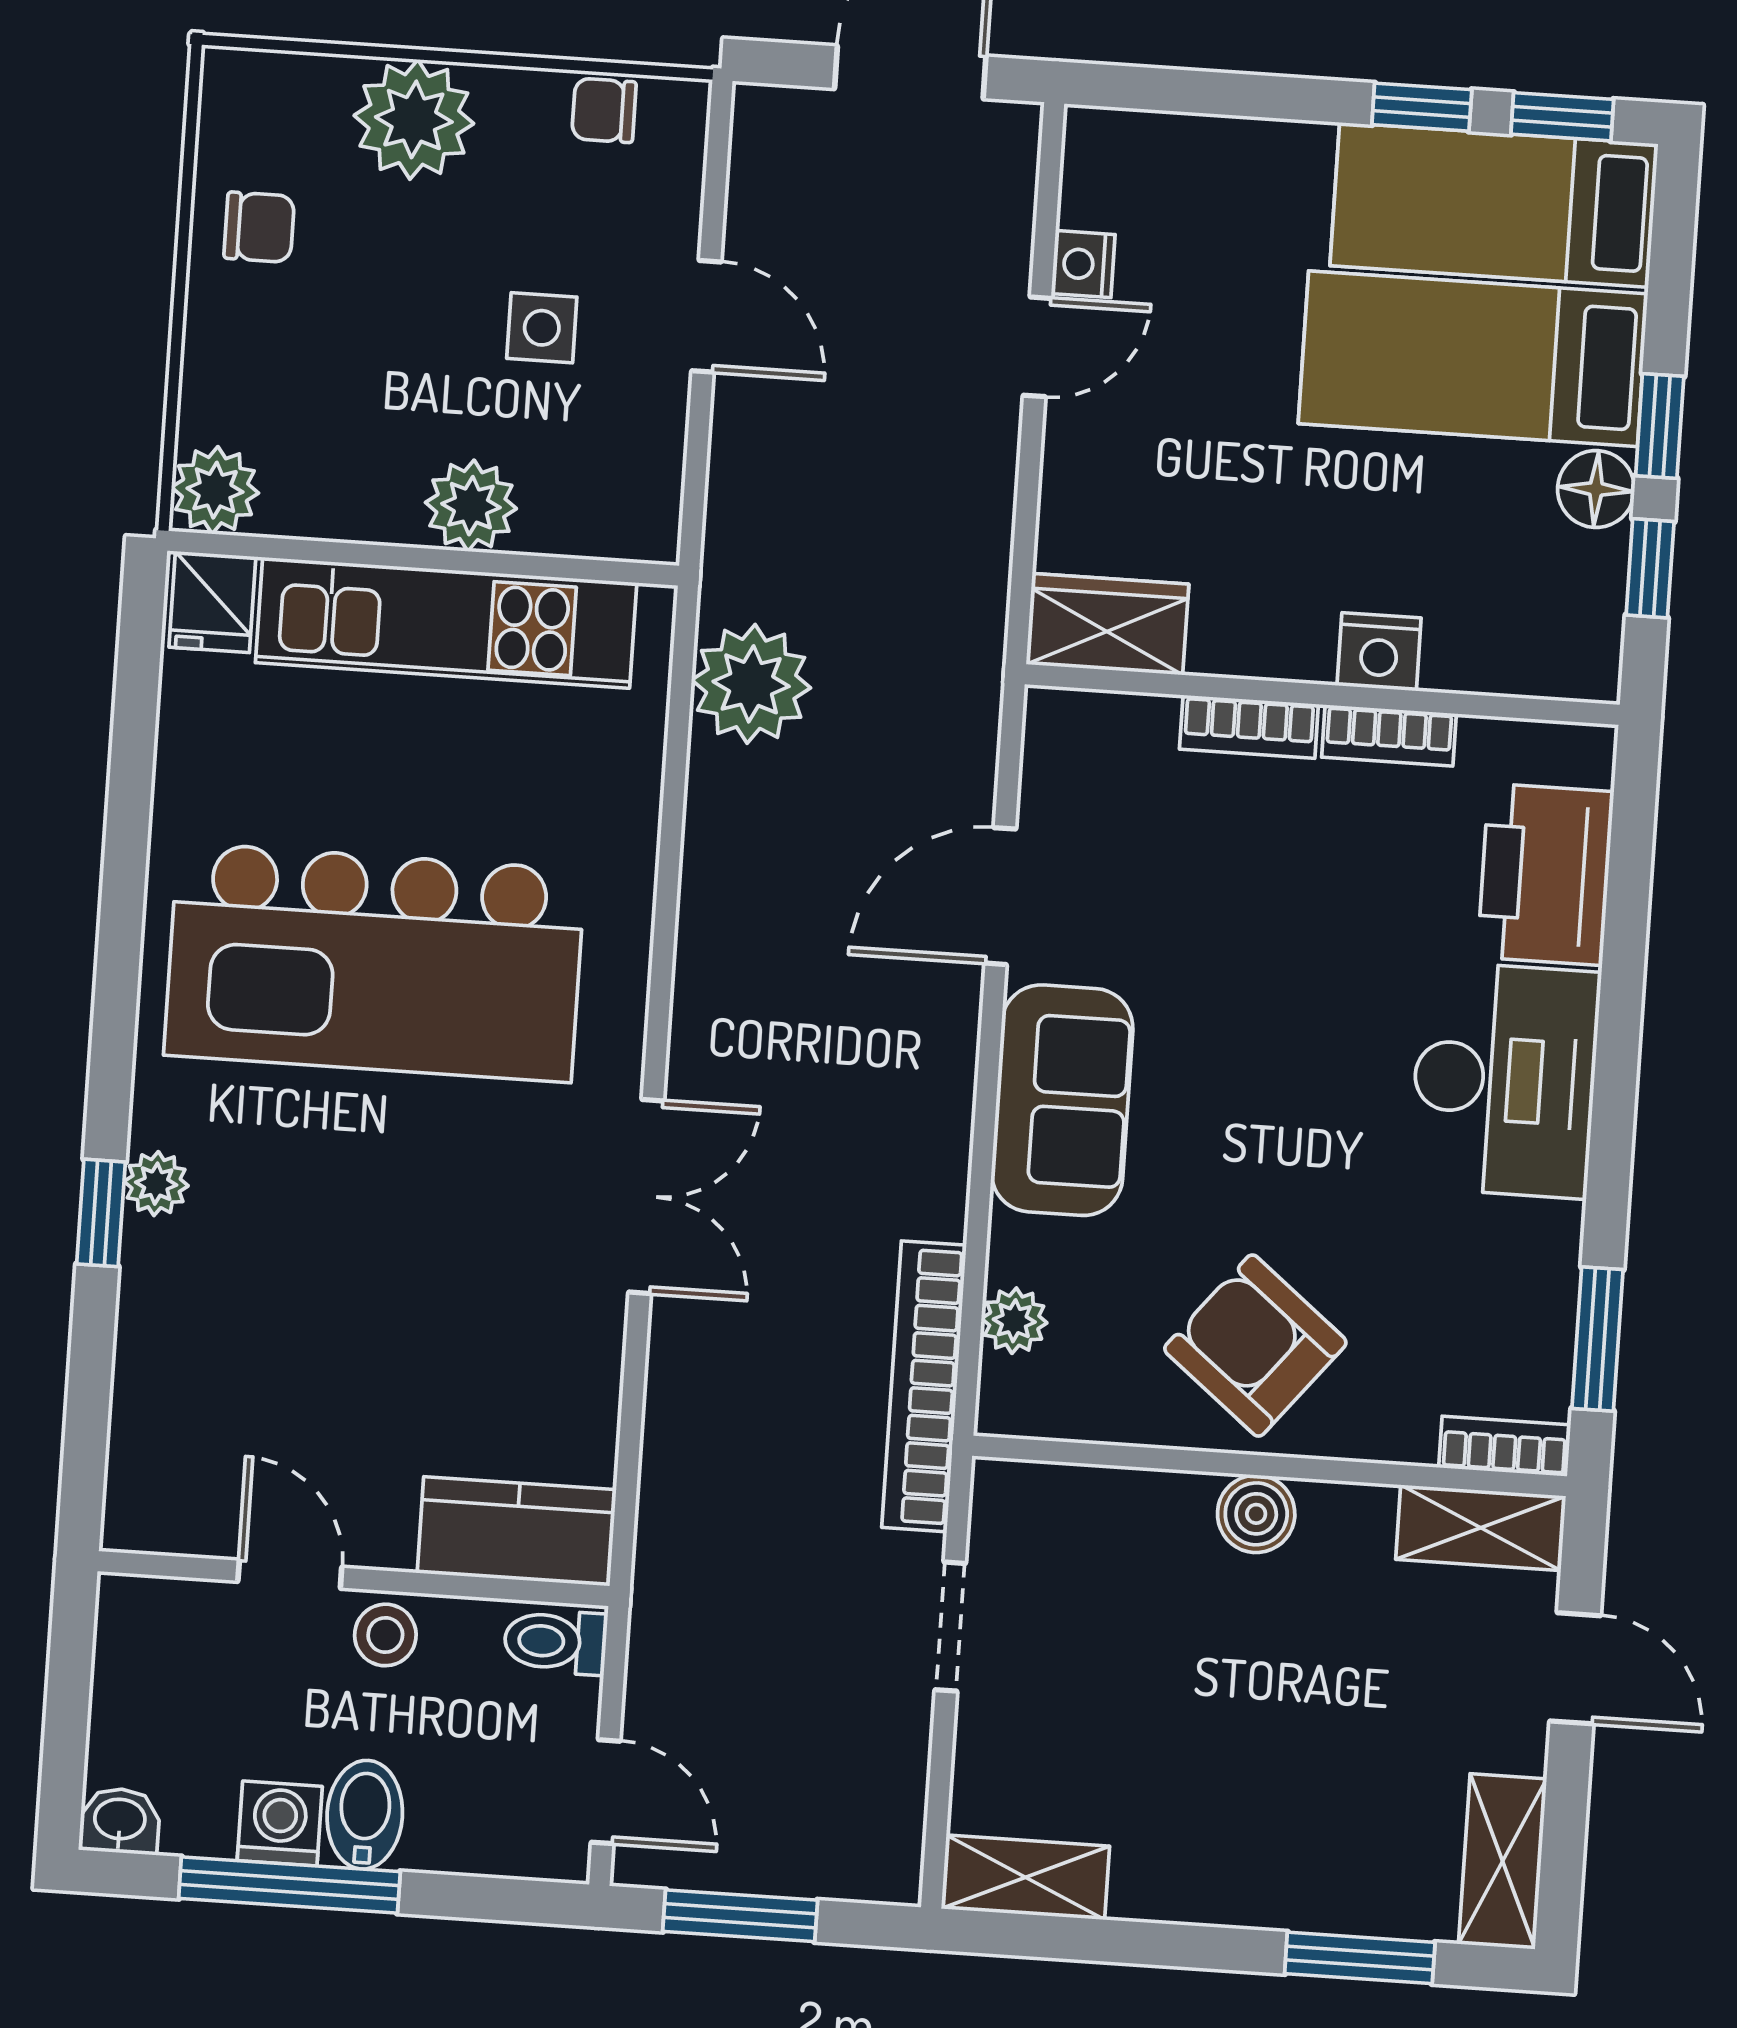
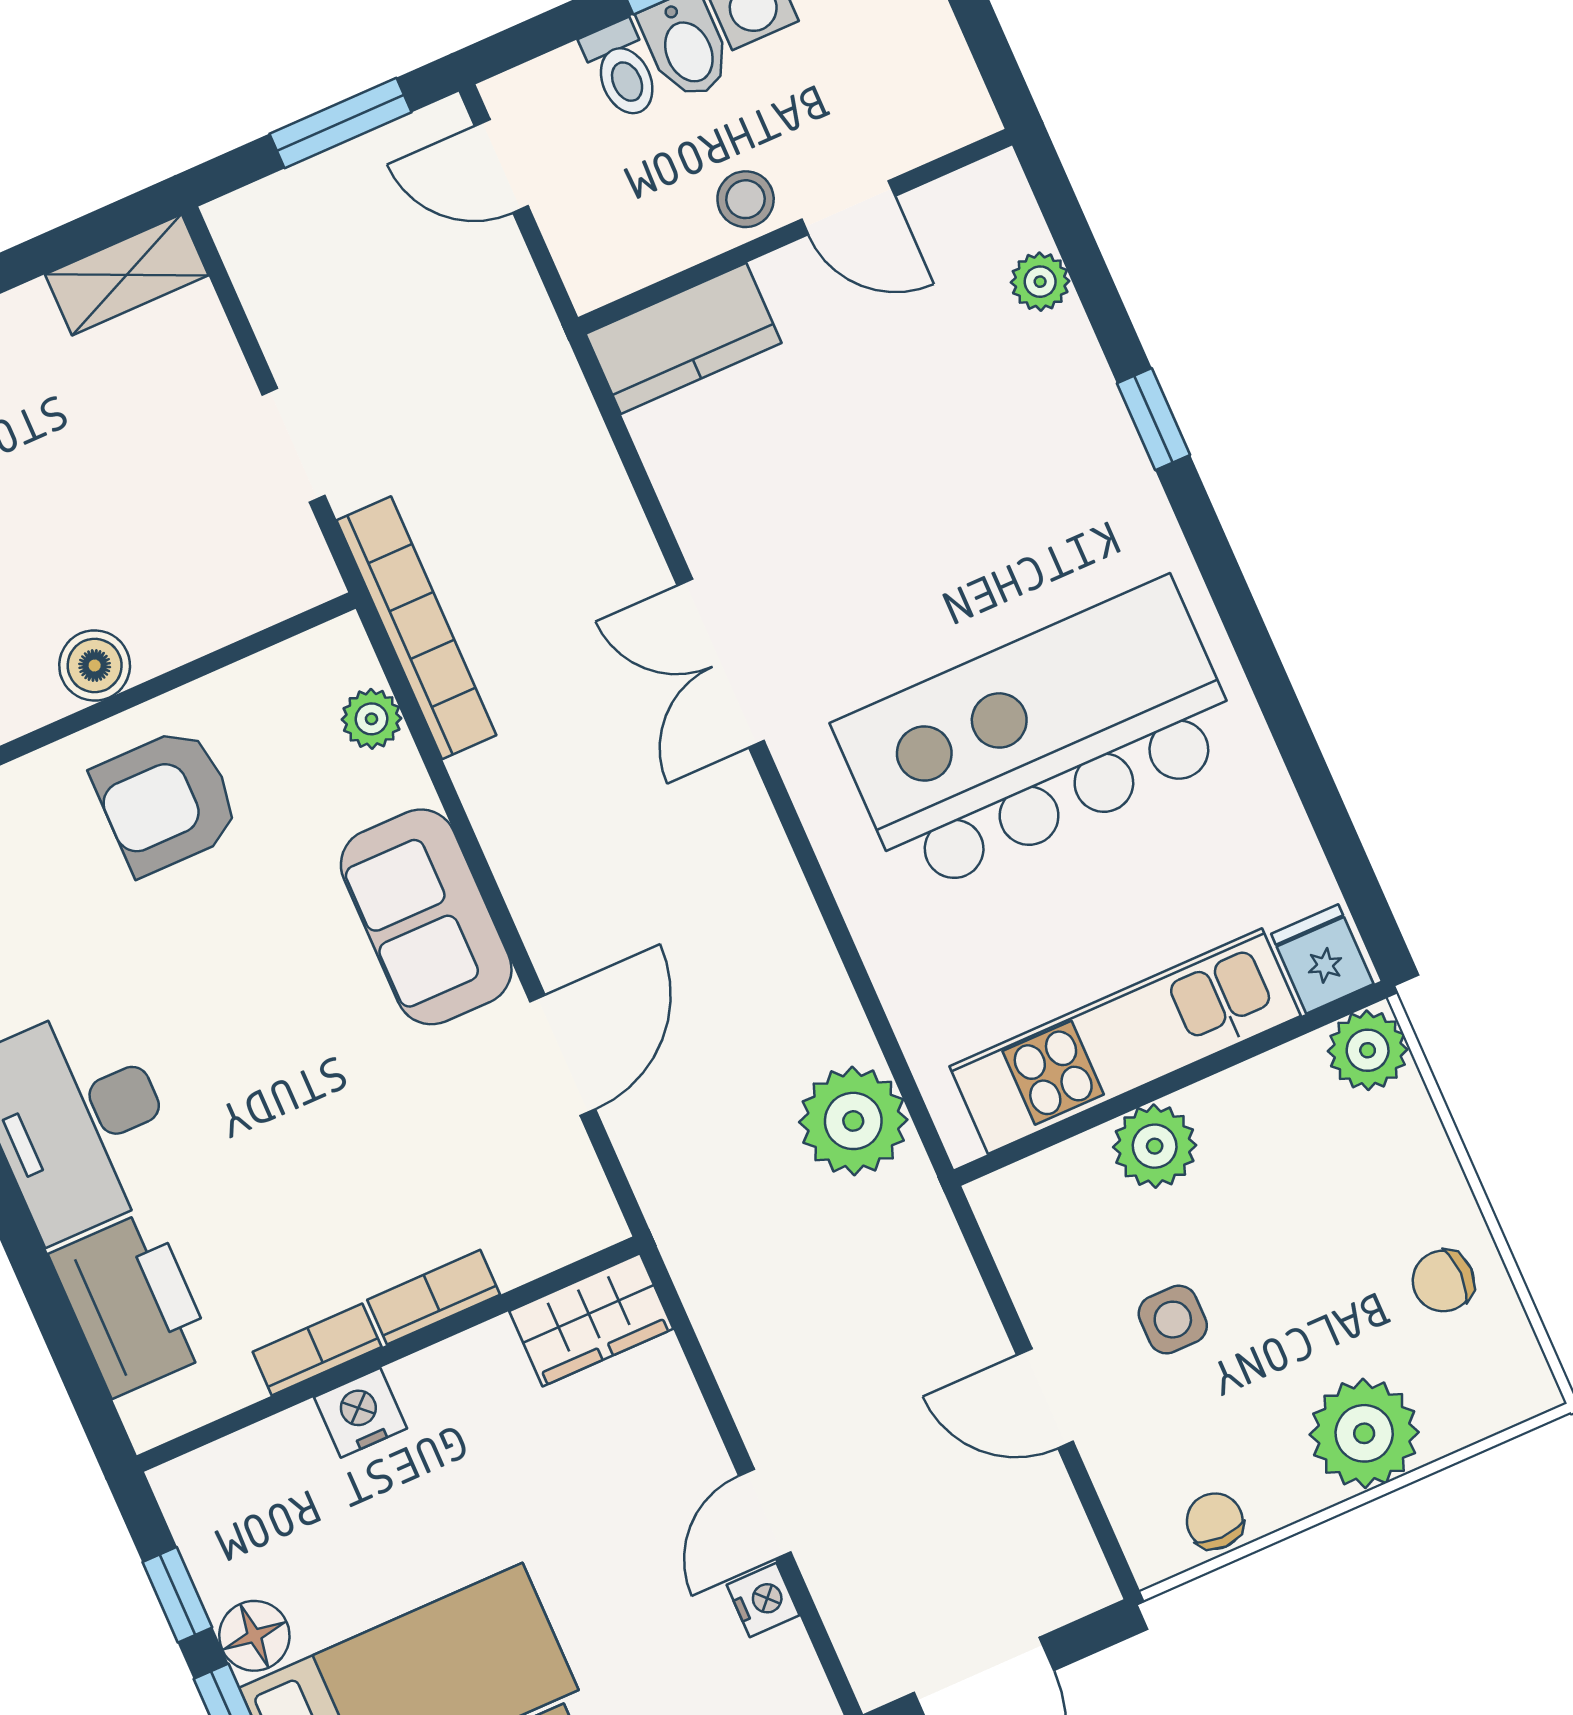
chair: (604, 110) -> (1215, 1521), turned -90
plant: (156, 1184) -> (1040, 282), moved
armchair: (1255, 1346) -> (167, 801), turned 141
toilet: (555, 1642) -> (622, 70), moved, turned 90

